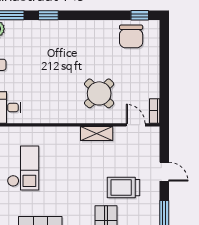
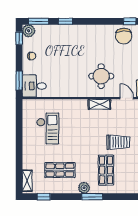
round table: (99, 93) -> (101, 76), turned 45
trolley: (123, 188) -> (118, 142), turned 180

